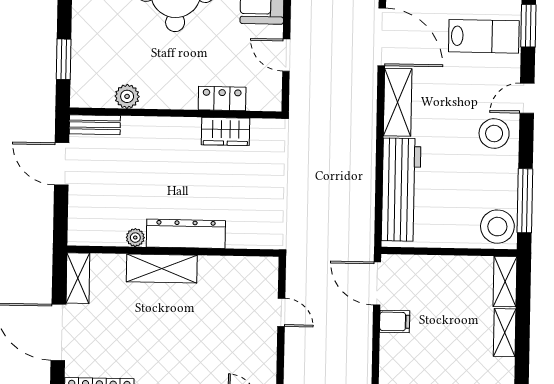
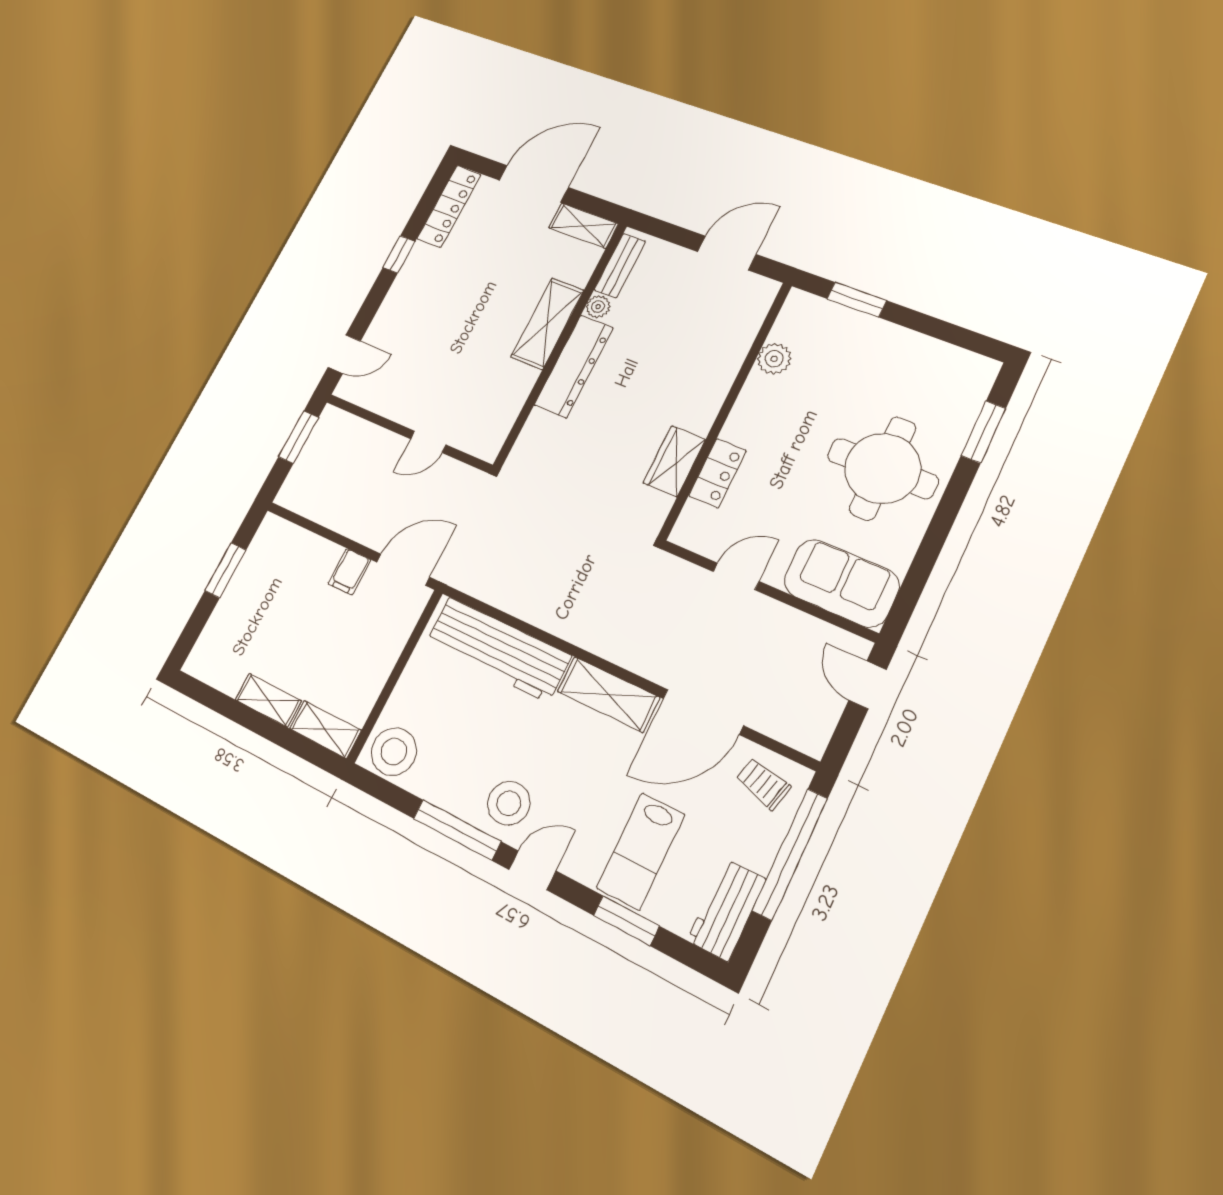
door: (527, 98) -> (532, 870), hinge flipped
bench: (95, 125) -> (620, 266), moved
window: (525, 201) -> (457, 830), moved

